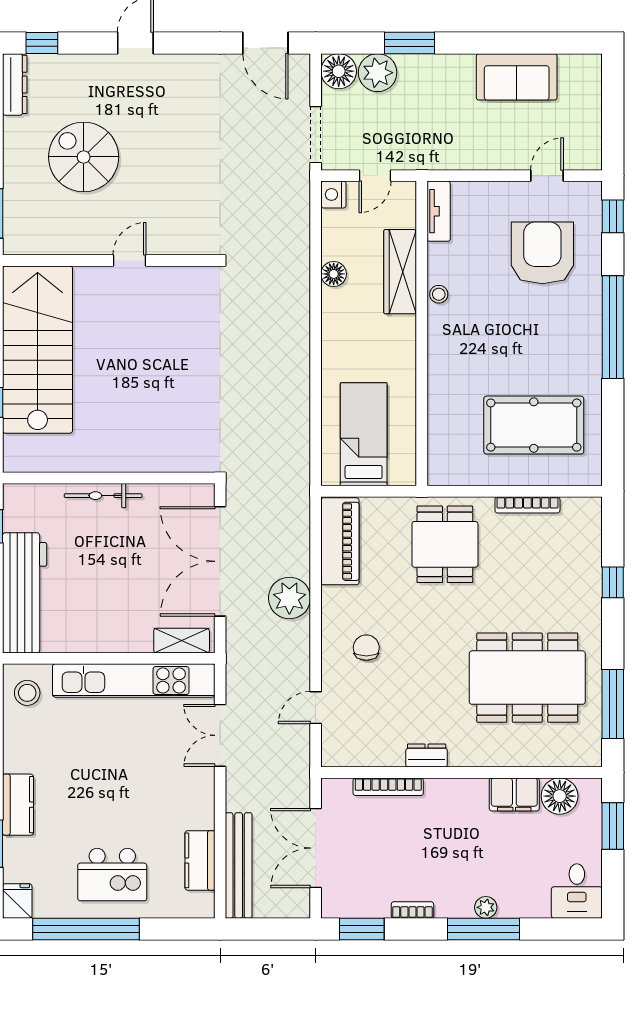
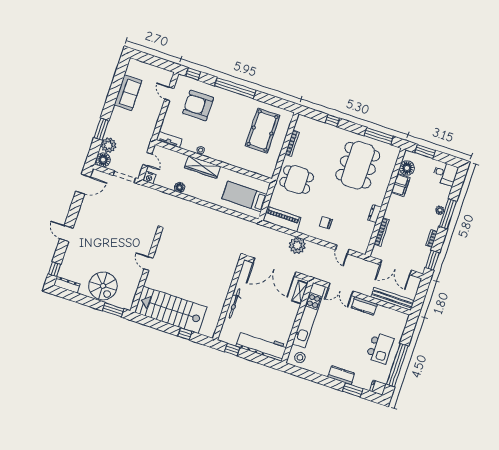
spiral stairs: (84, 157) -> (103, 286), moved, turned -90
wardrobe: (400, 272) -> (202, 167), moved
kitchen counter: (200, 860) -> (364, 306), moved

